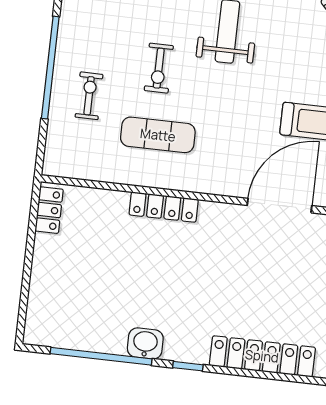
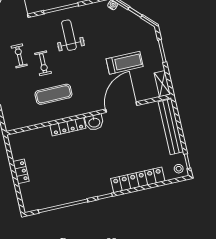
exercise bike: (89, 96) -> (19, 56), moved
locker: (49, 210) -> (21, 171), moved
washbasin: (145, 343) -> (94, 122), moved, turned 180

